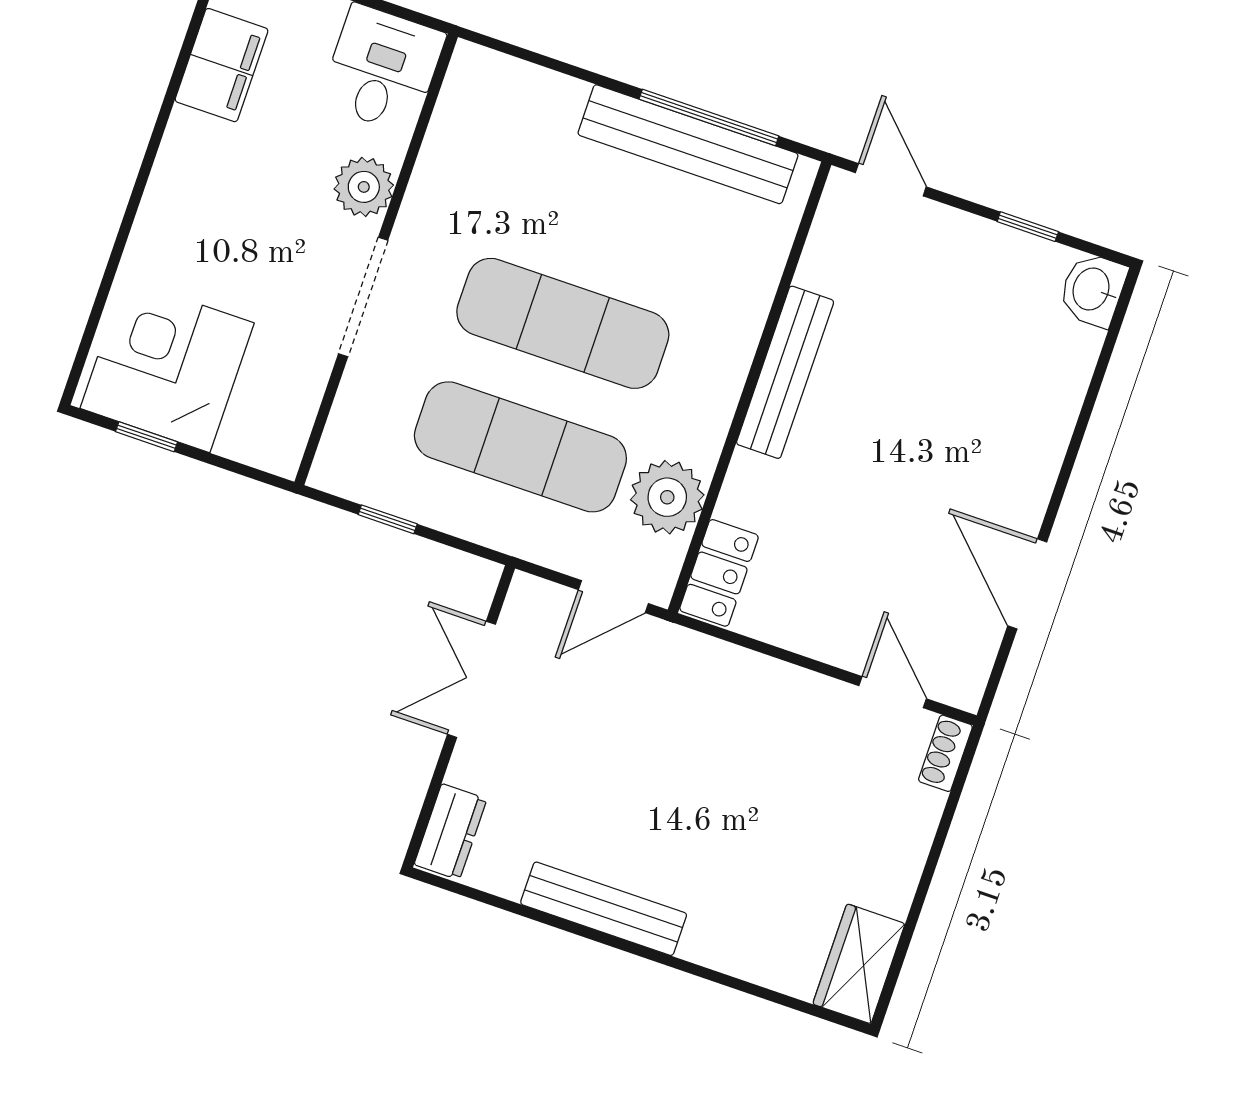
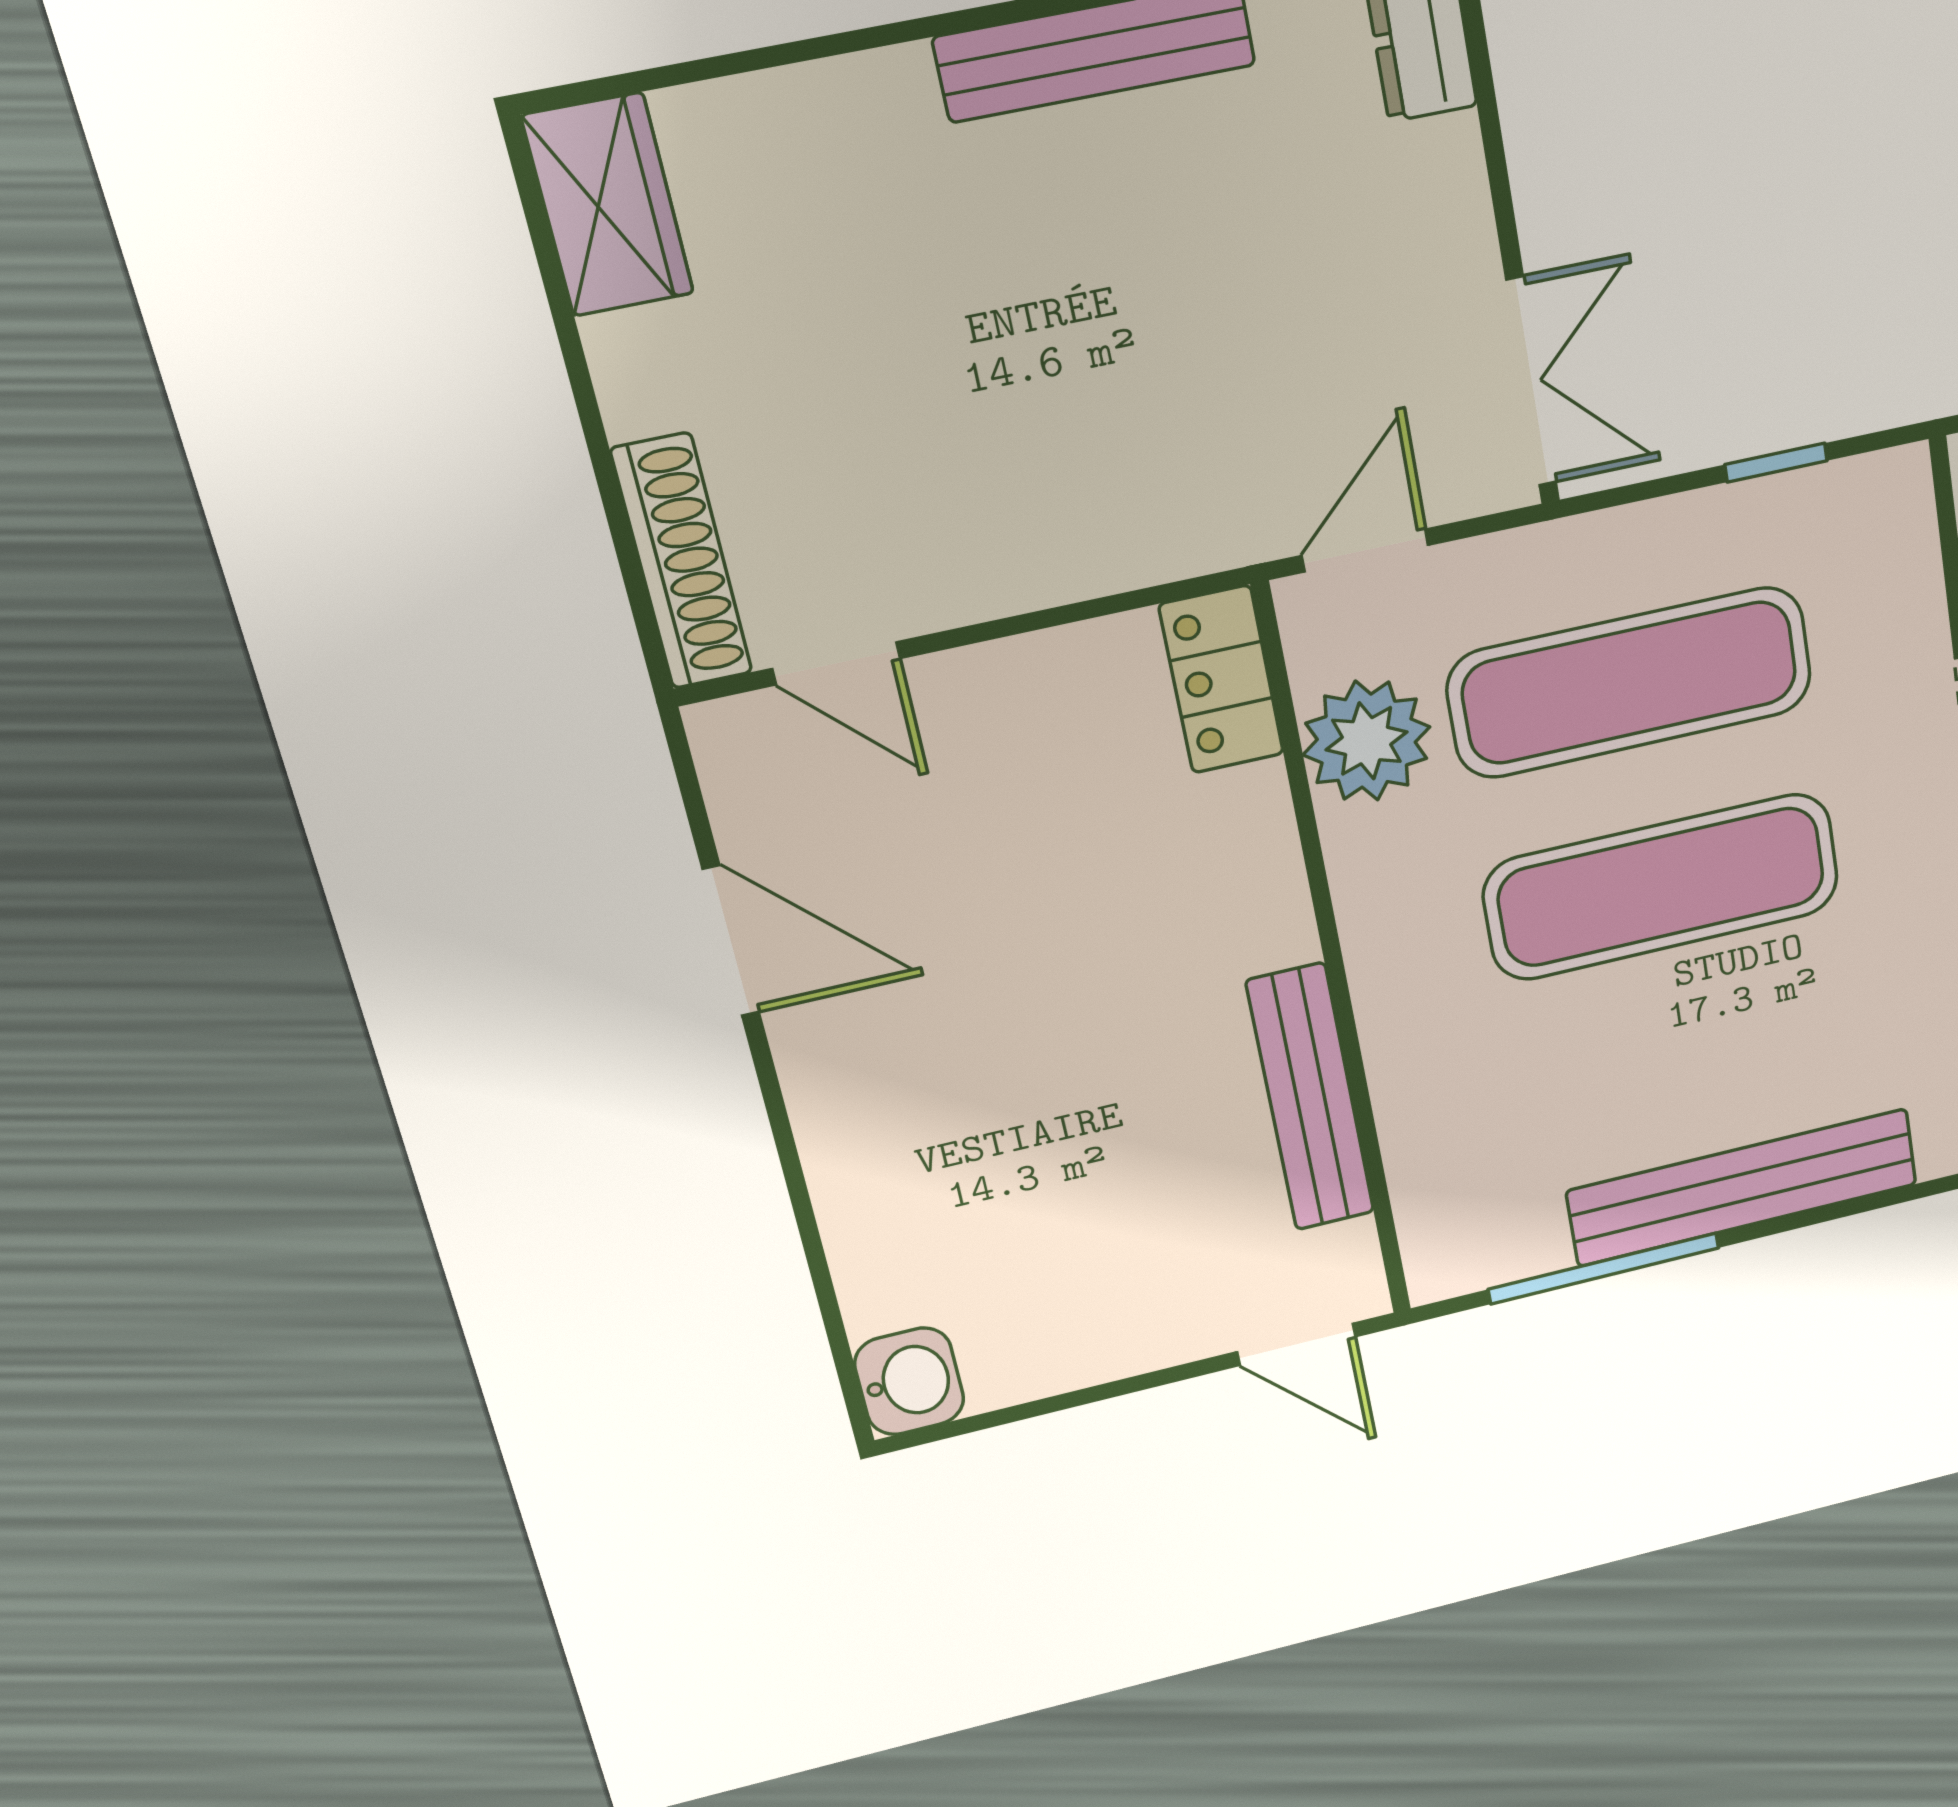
bench: (688, 144) -> (1743, 1187), moved
window: (1028, 227) -> (1059, 1403), removed
bench: (785, 372) -> (1310, 1098), moved
double door: (471, 679) -> (1531, 382), moved
shoe rack: (945, 753) -> (682, 562), width x1.94, depth x1.24

